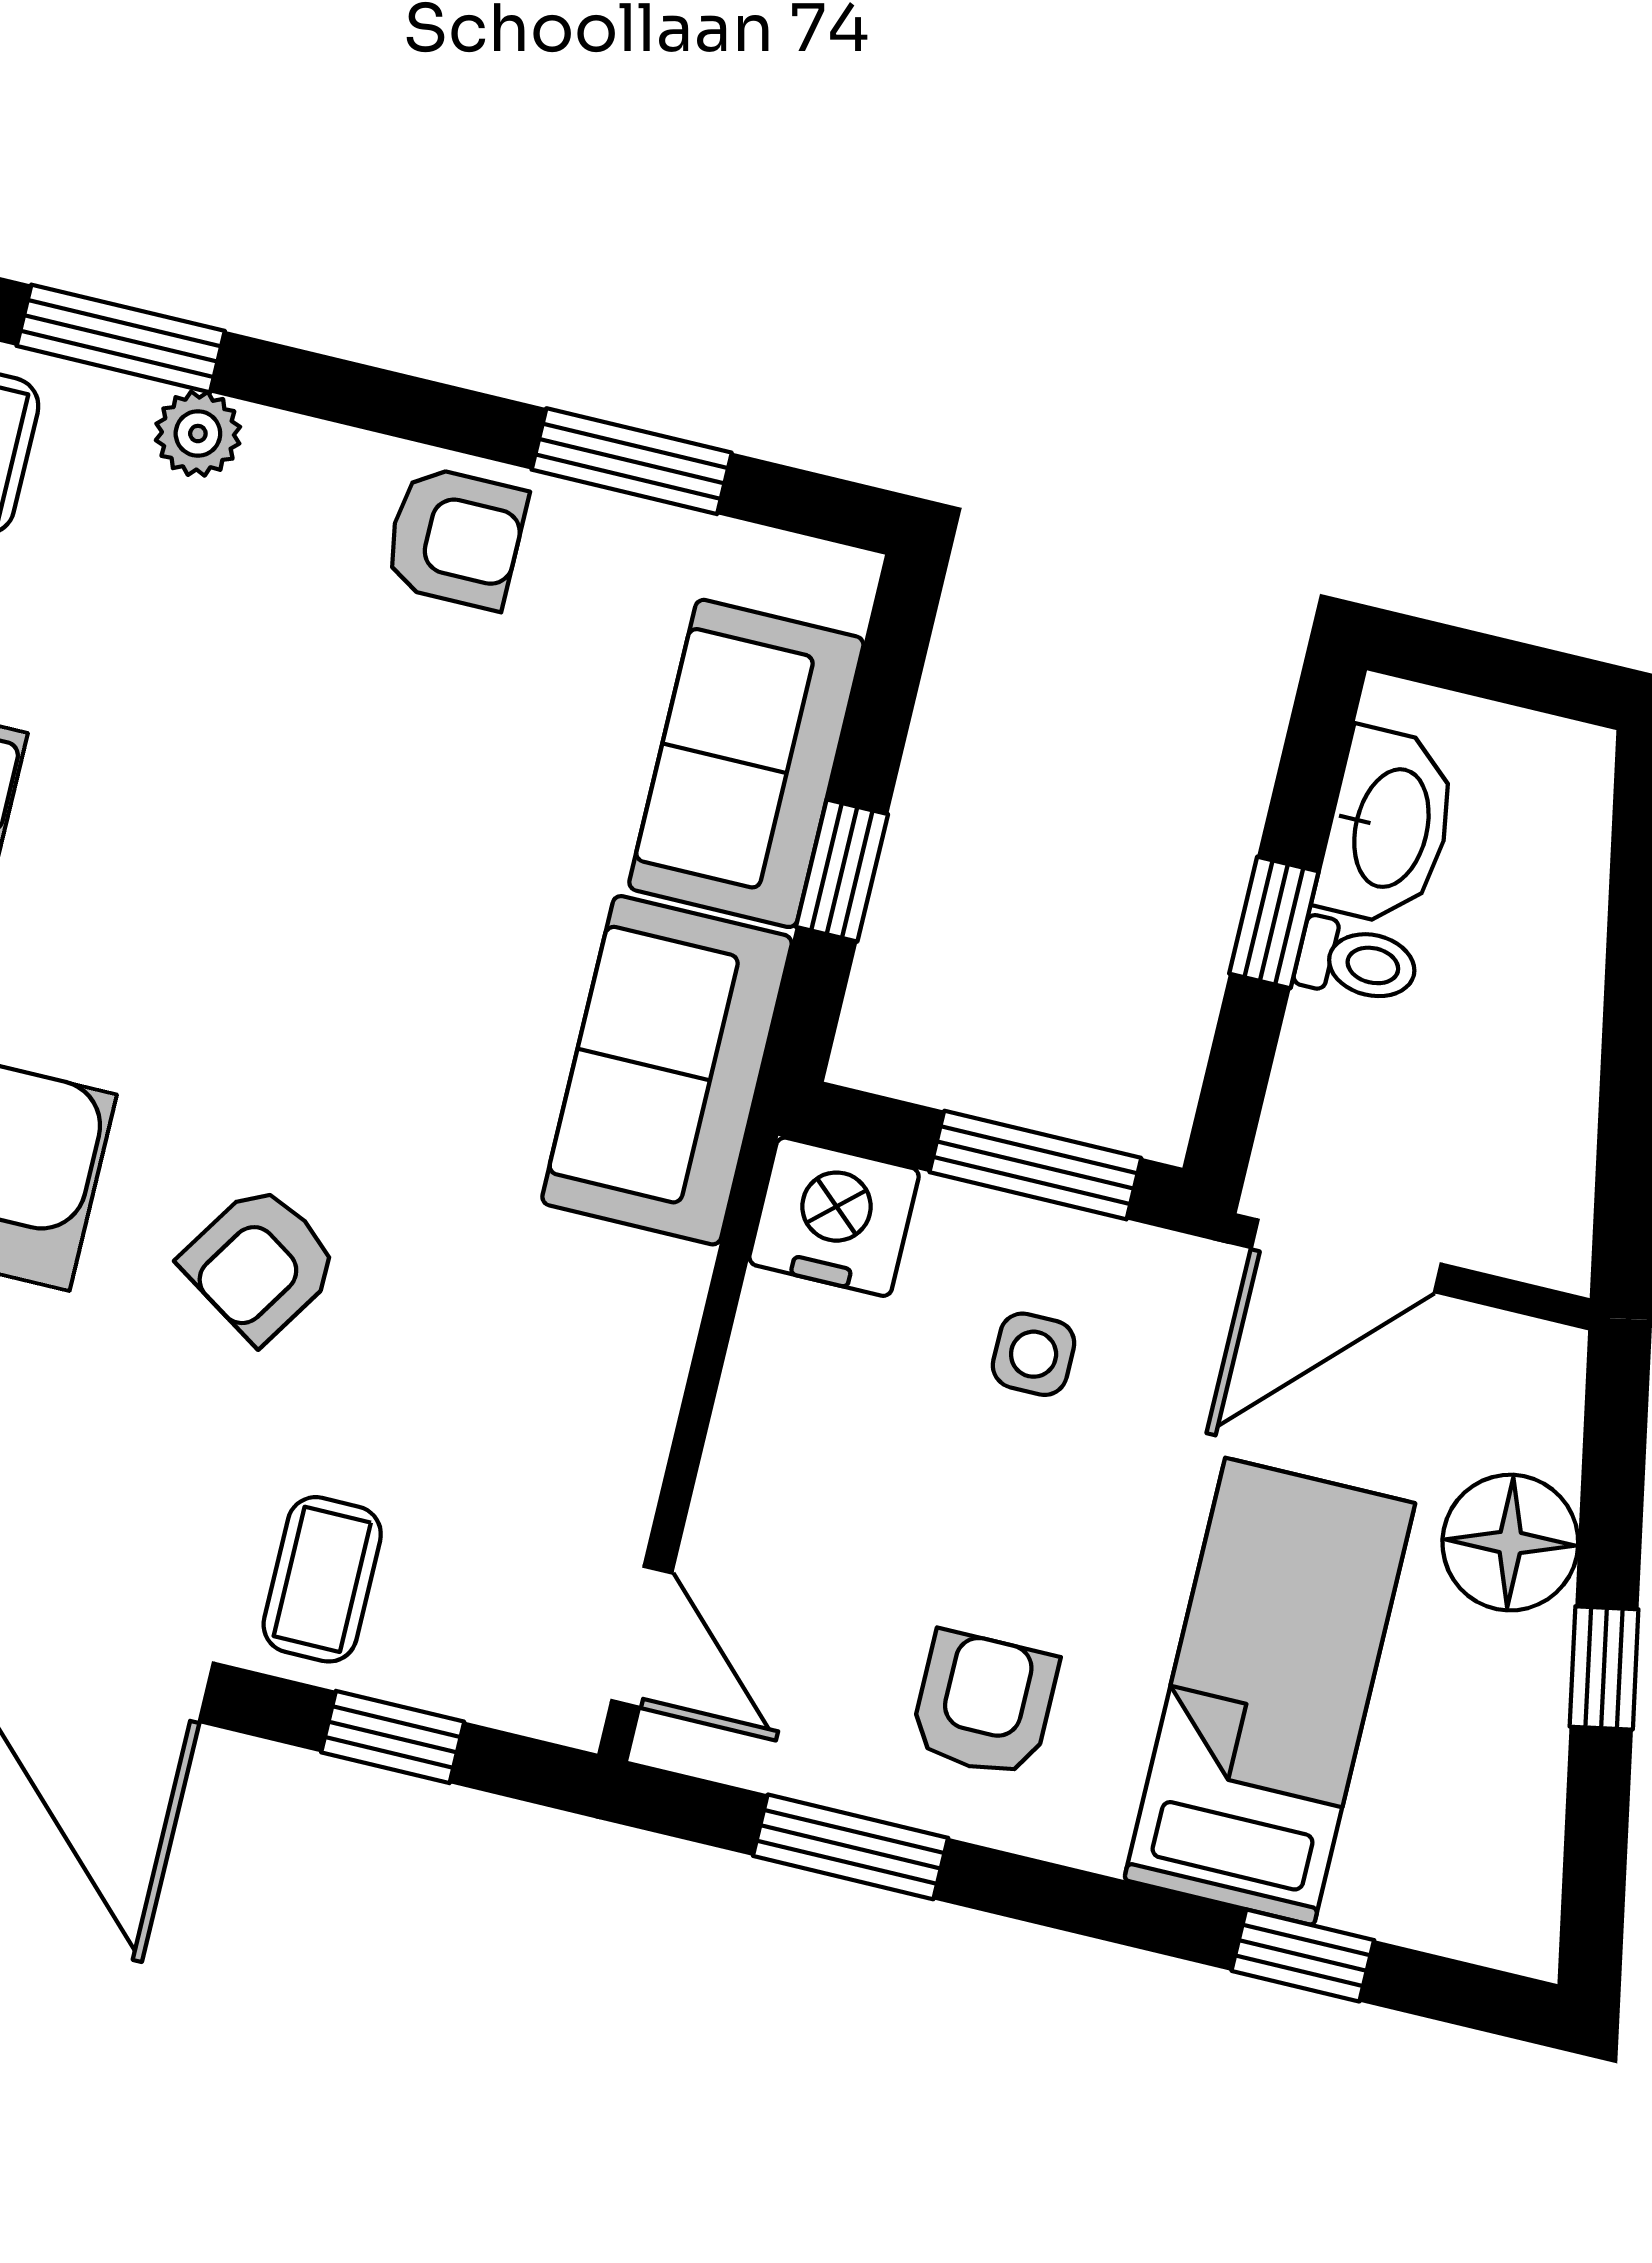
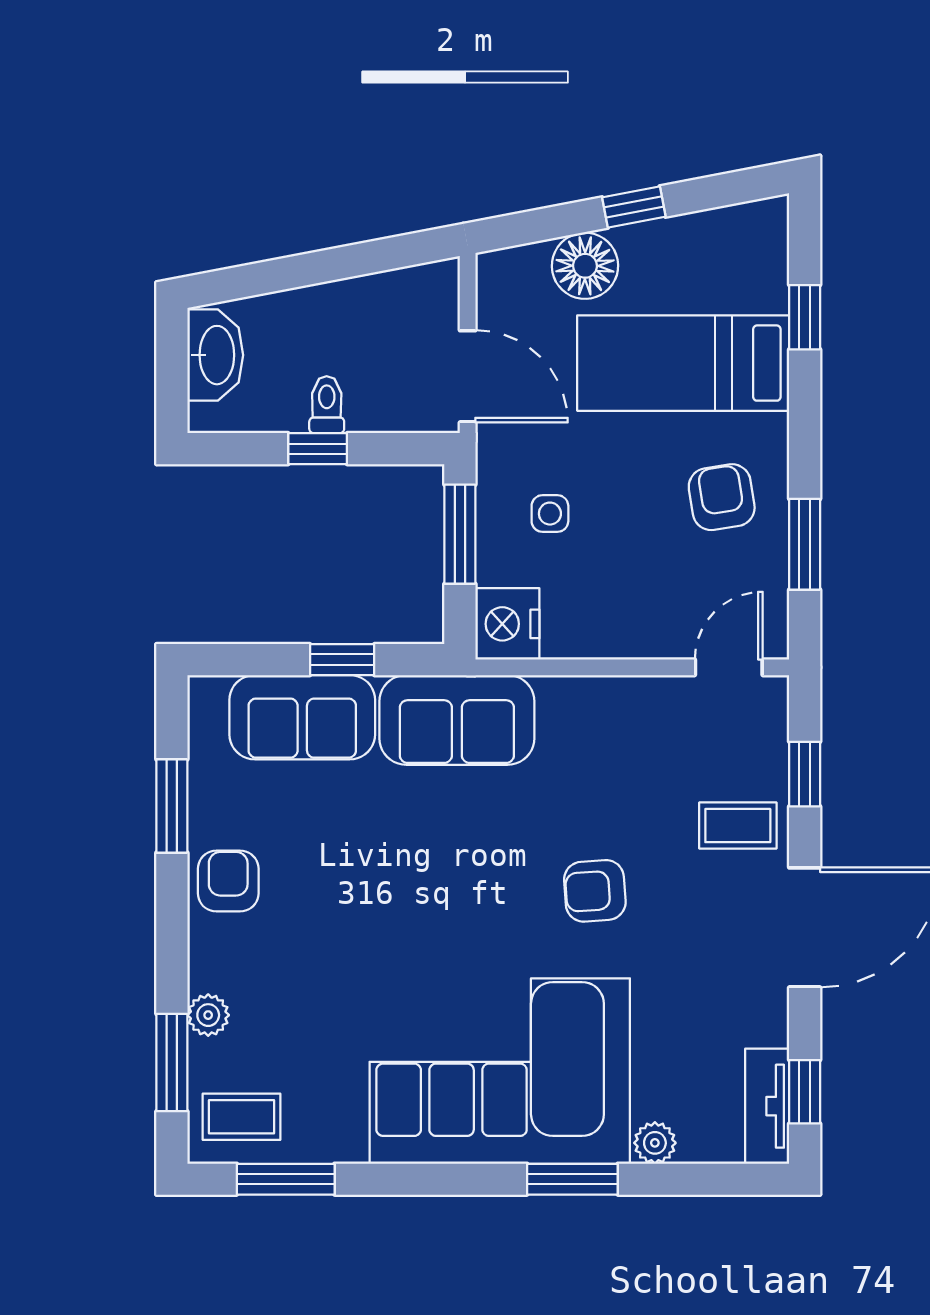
washbasin: (1388, 827) -> (215, 355), moved, turned 90
armchair: (260, 1263) -> (595, 891), turned 143
armchair: (984, 1704) -> (722, 497), turned 81

